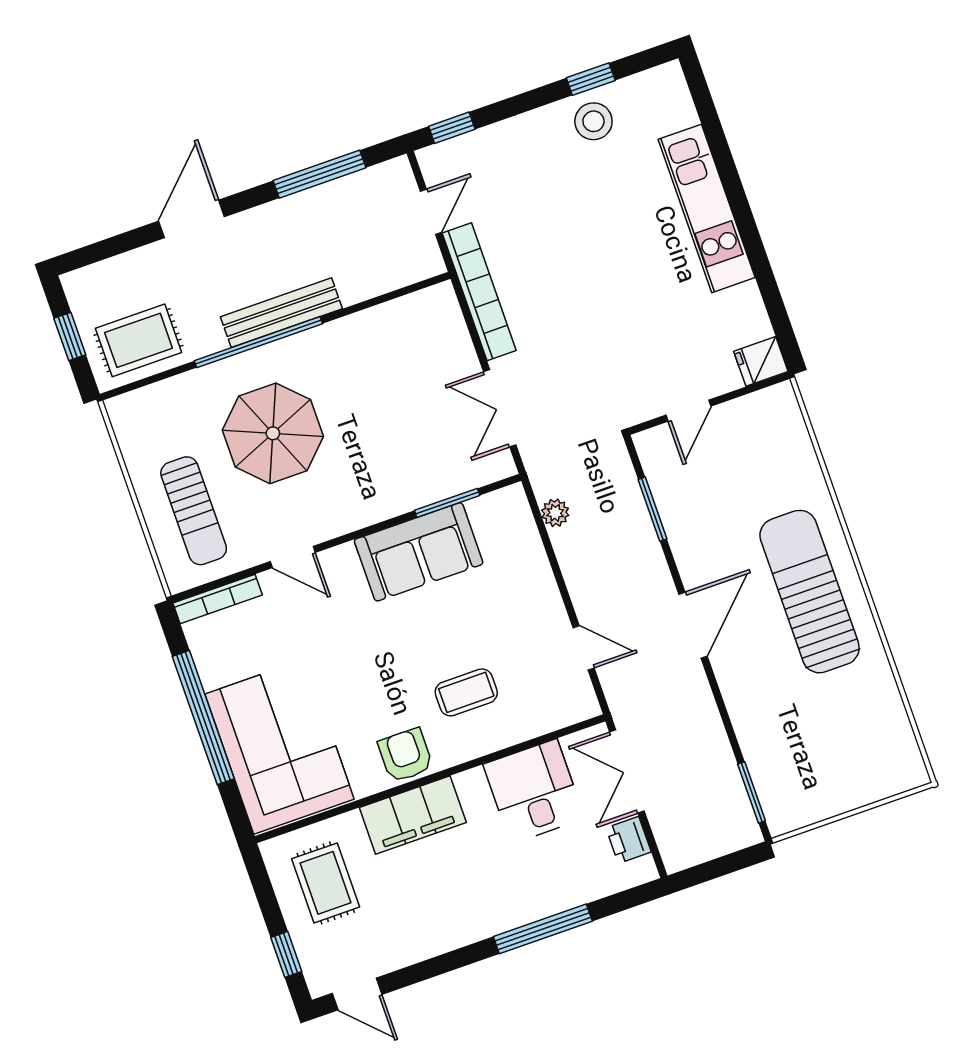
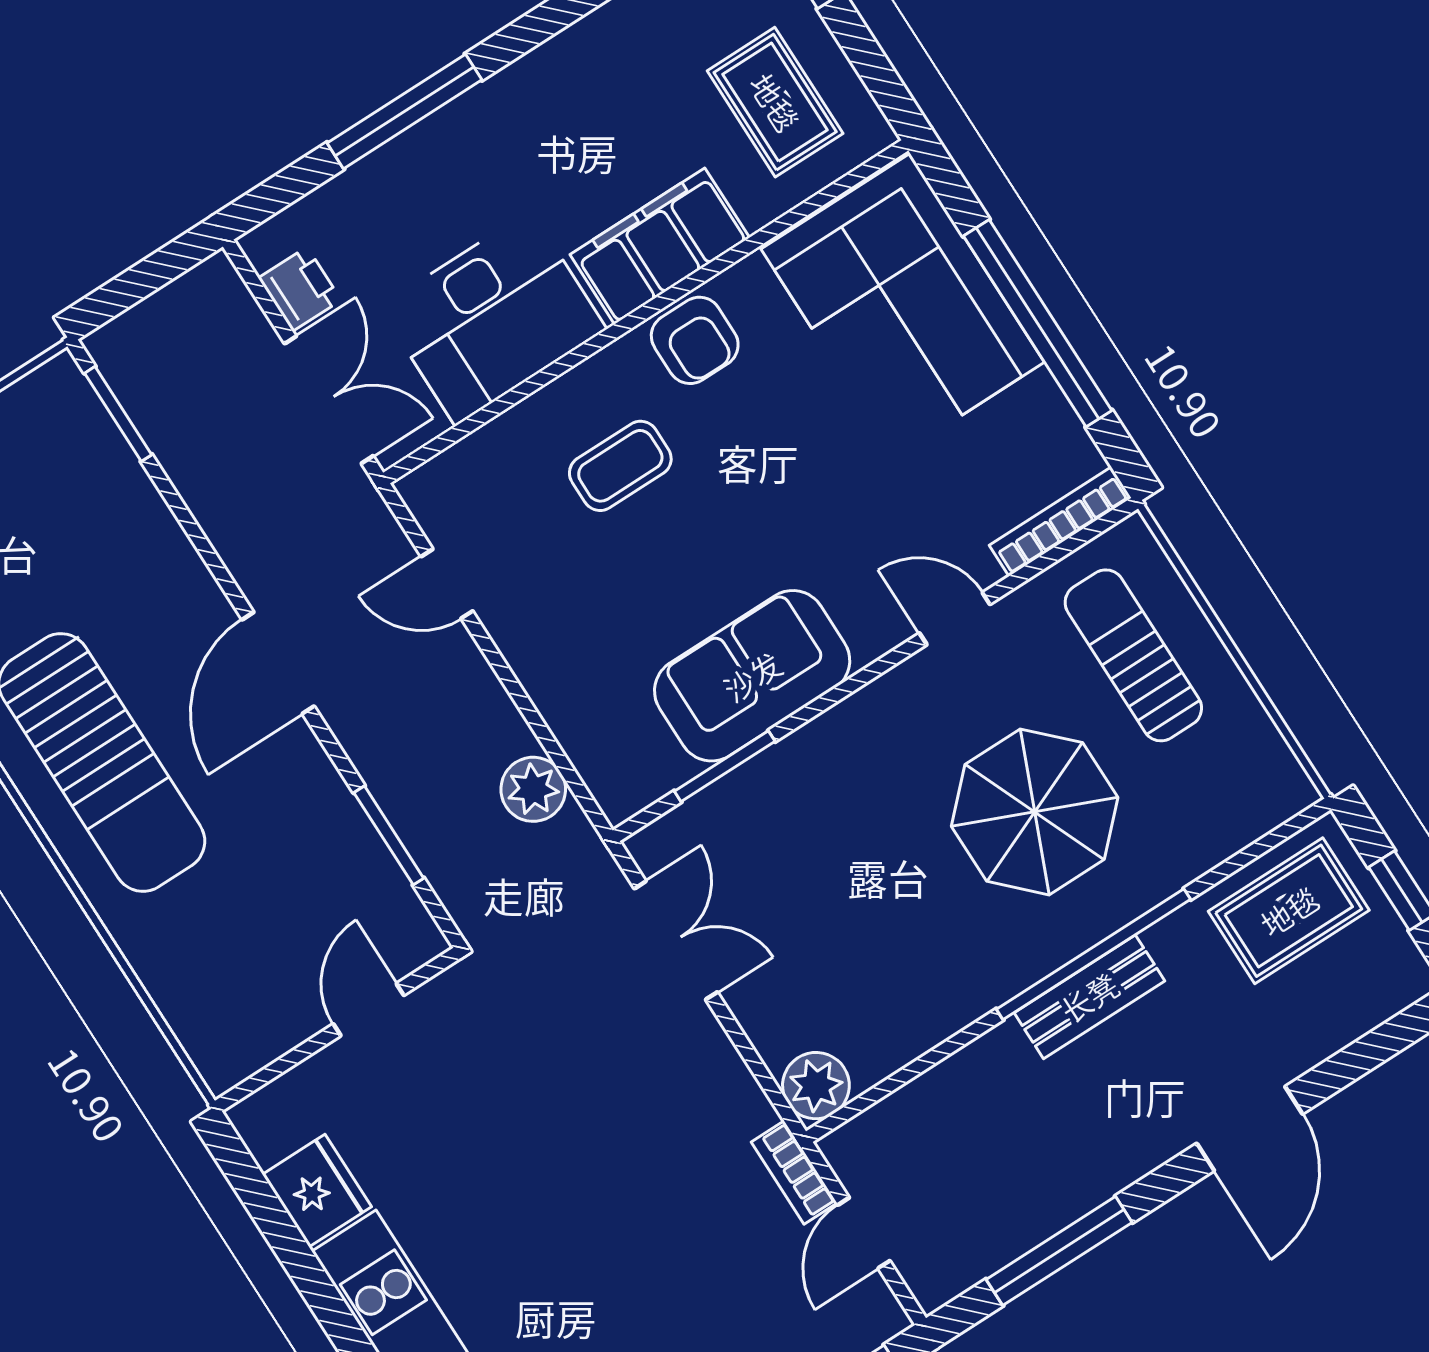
bookcase: (479, 292) -> (794, 1172), width x0.43, depth x0.76
plant: (438, 304) -> (816, 1086), added
bench: (281, 313) -> (1089, 997), width x0.73
fridge: (761, 361) -> (317, 1191), moved, width x1.38
plant: (555, 513) -> (533, 789), width x1.38, depth x1.38
desk: (534, 791) -> (493, 318), width x1.37

